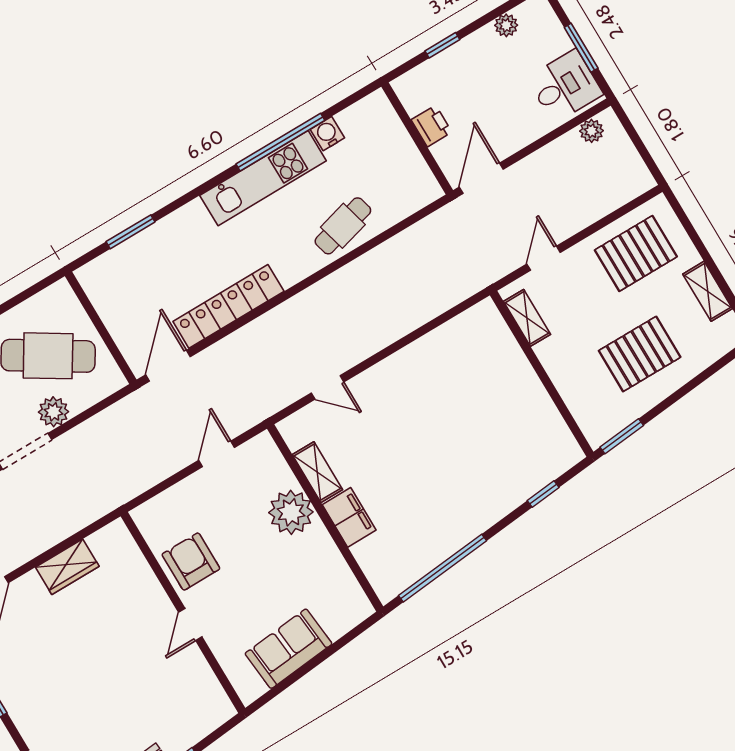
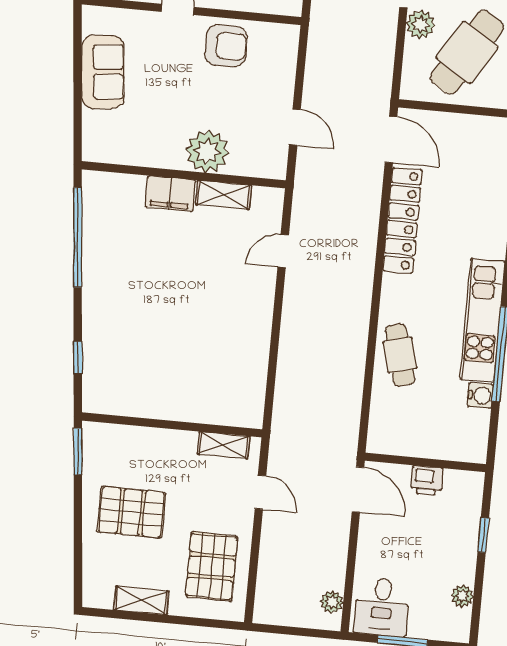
pallet: (640, 354) -> (131, 512), turned 90

